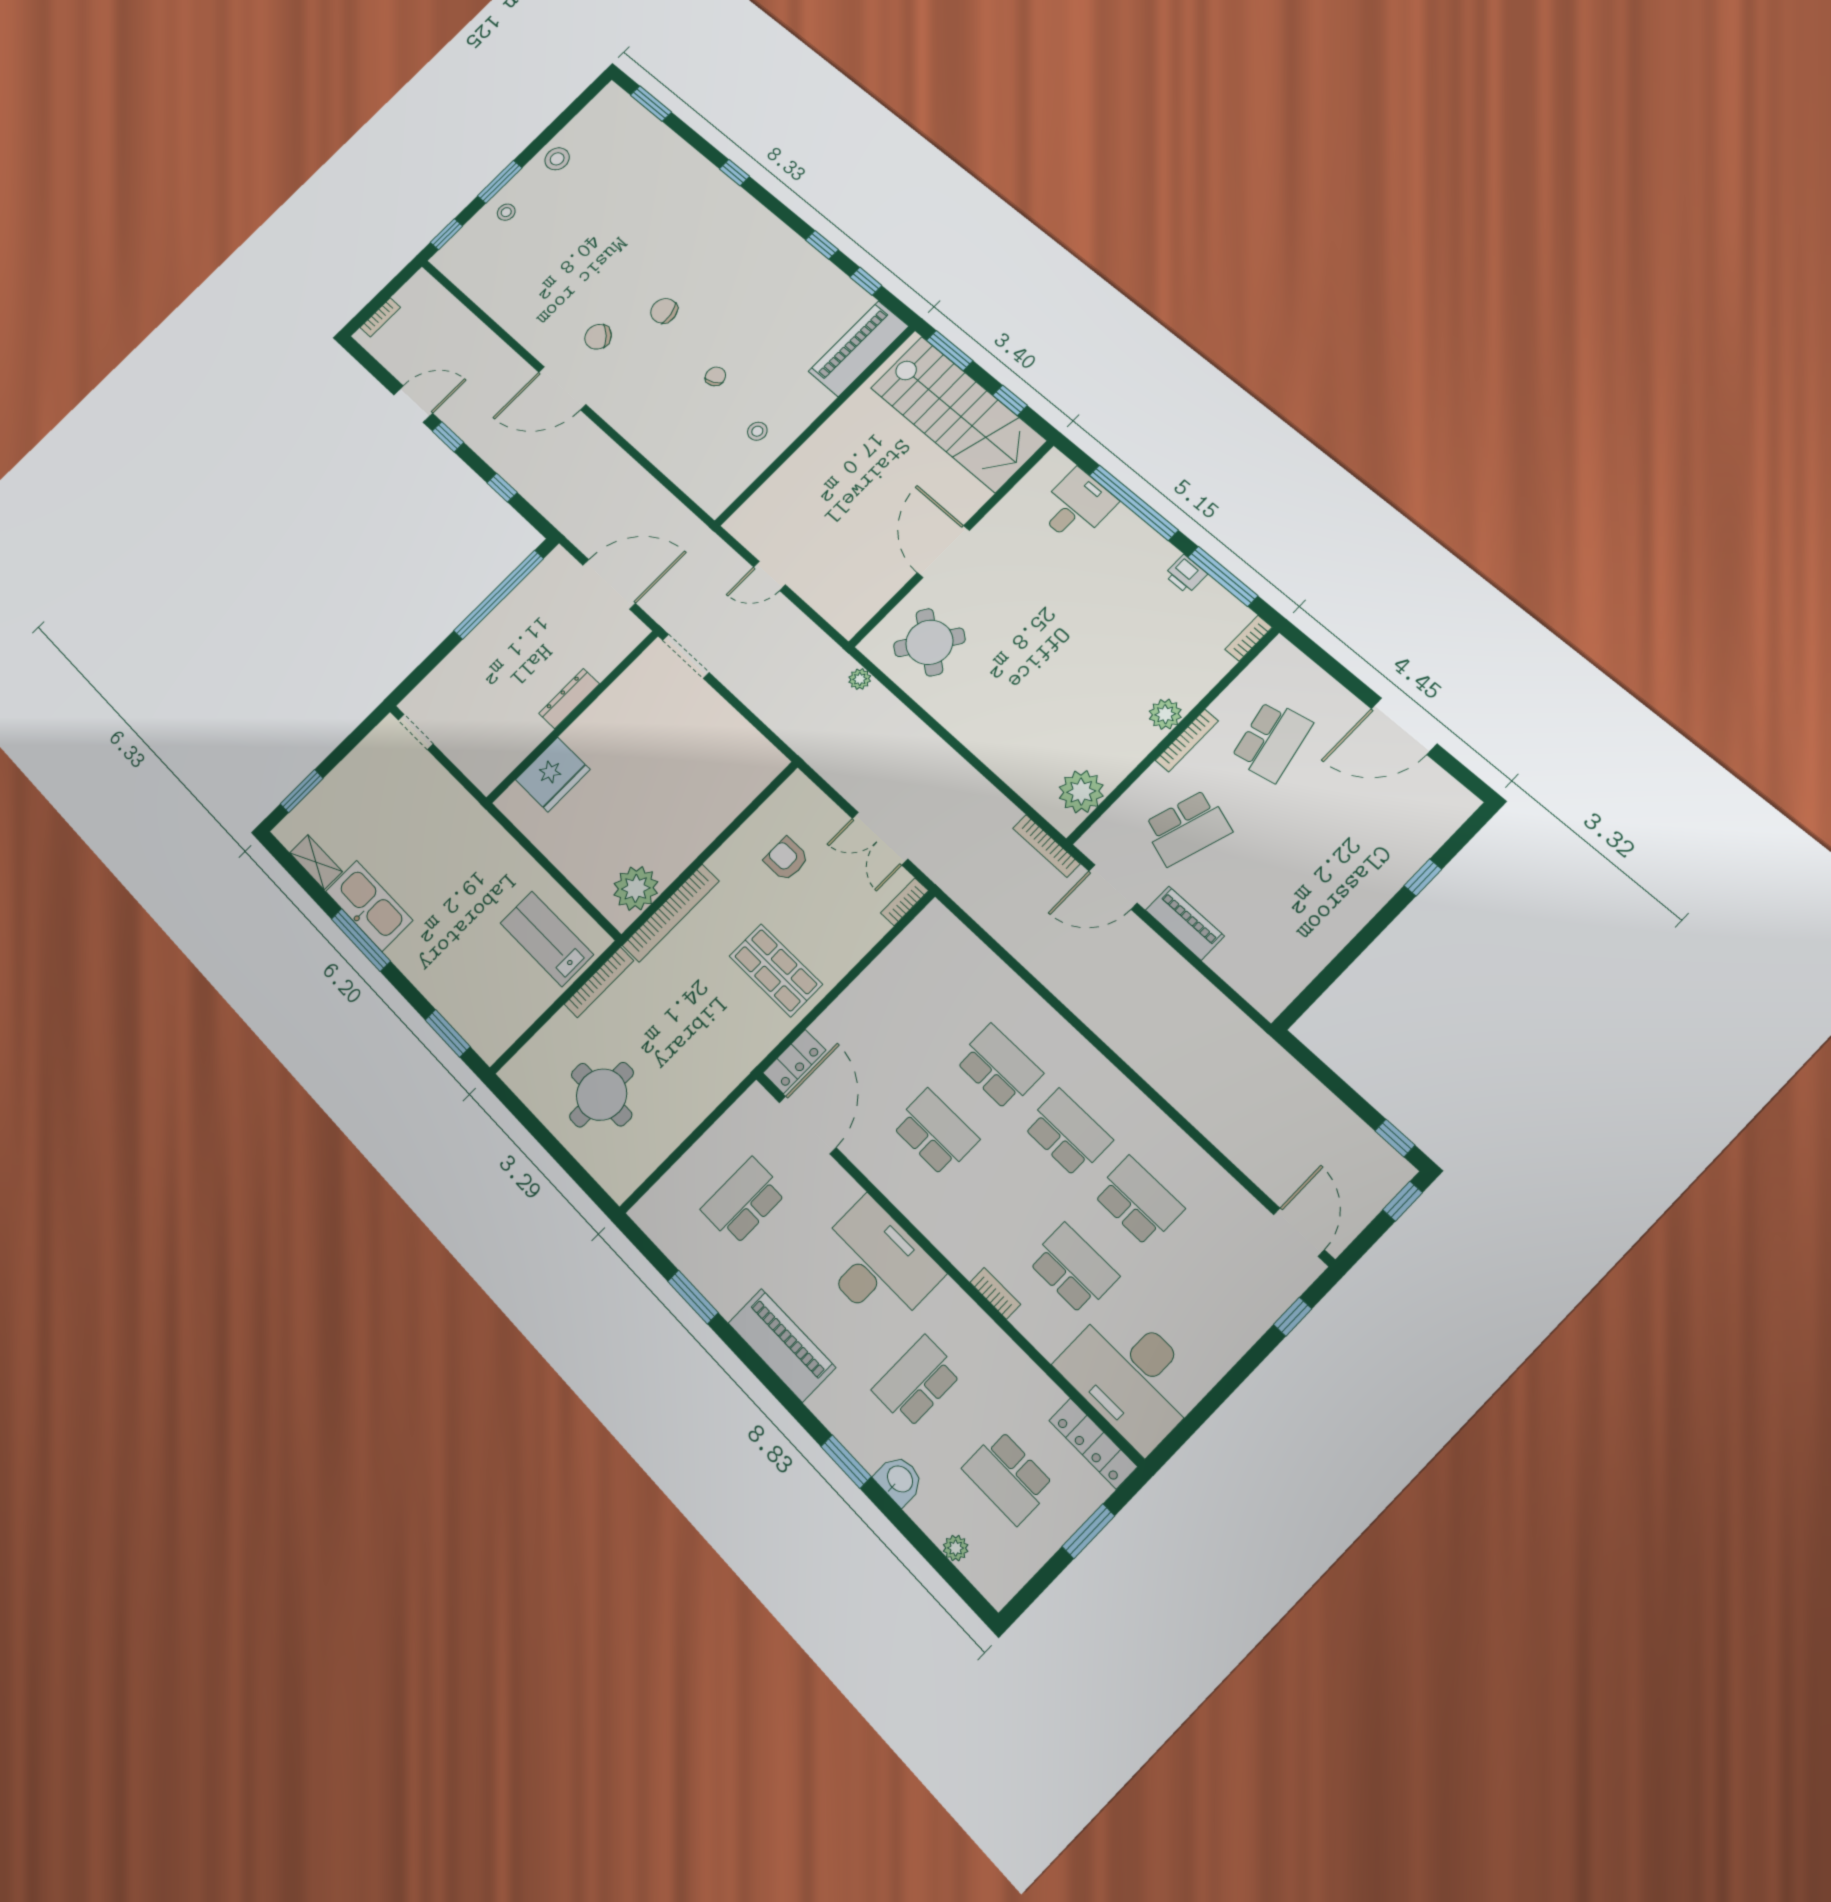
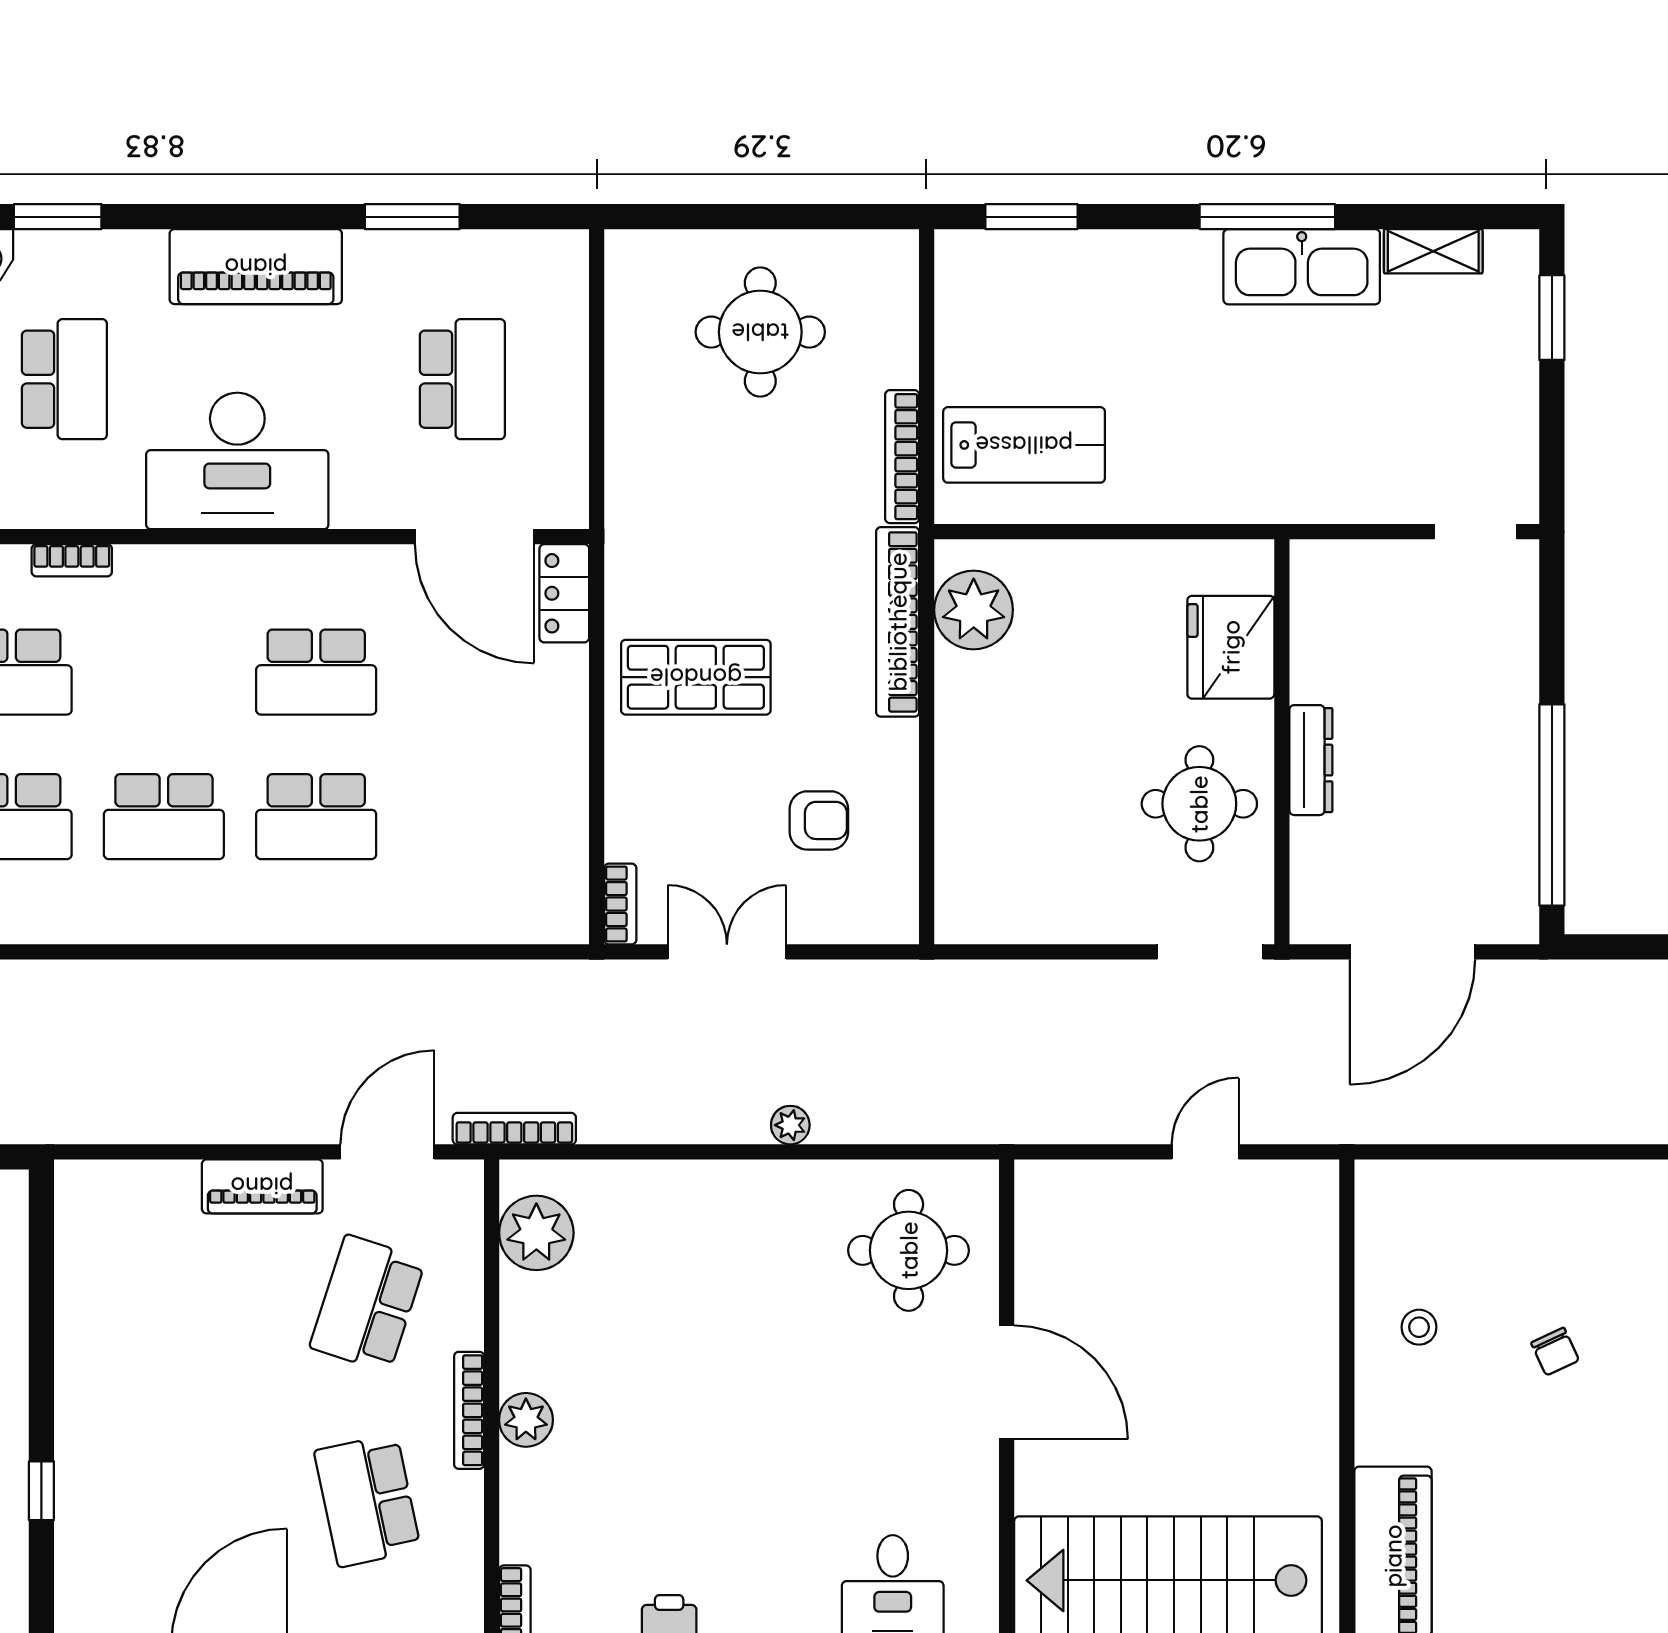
round table: (929, 642) -> (909, 1250), turned -36
plant: (860, 679) -> (790, 1125), moved
round table: (629, 721) -> (1199, 804), added

